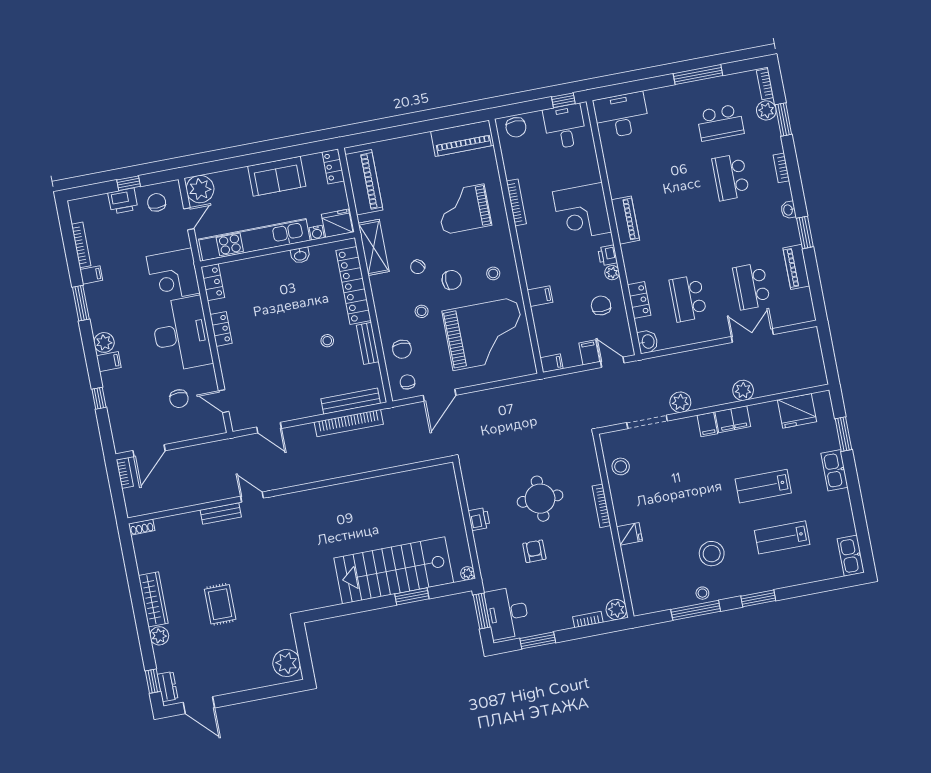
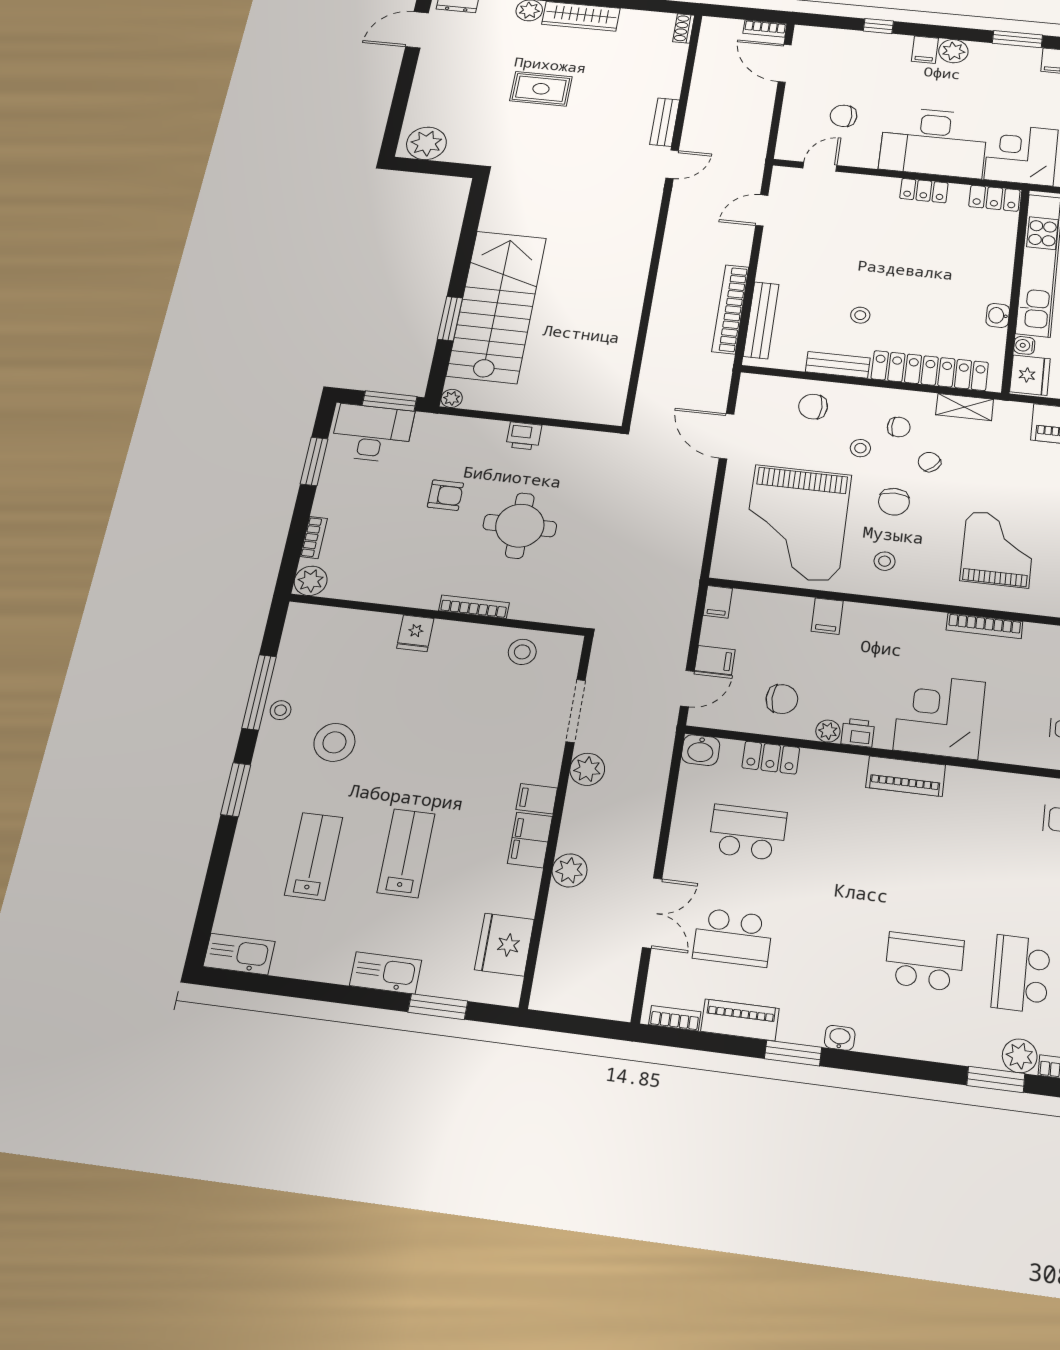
bookcase: (781, 168) -> (675, 1018), moved
shelving: (374, 247) -> (965, 407), width x0.67, depth x0.75
school desk: (752, 286) -> (733, 937), turned 180
chair: (407, 382) -> (899, 427), moved

